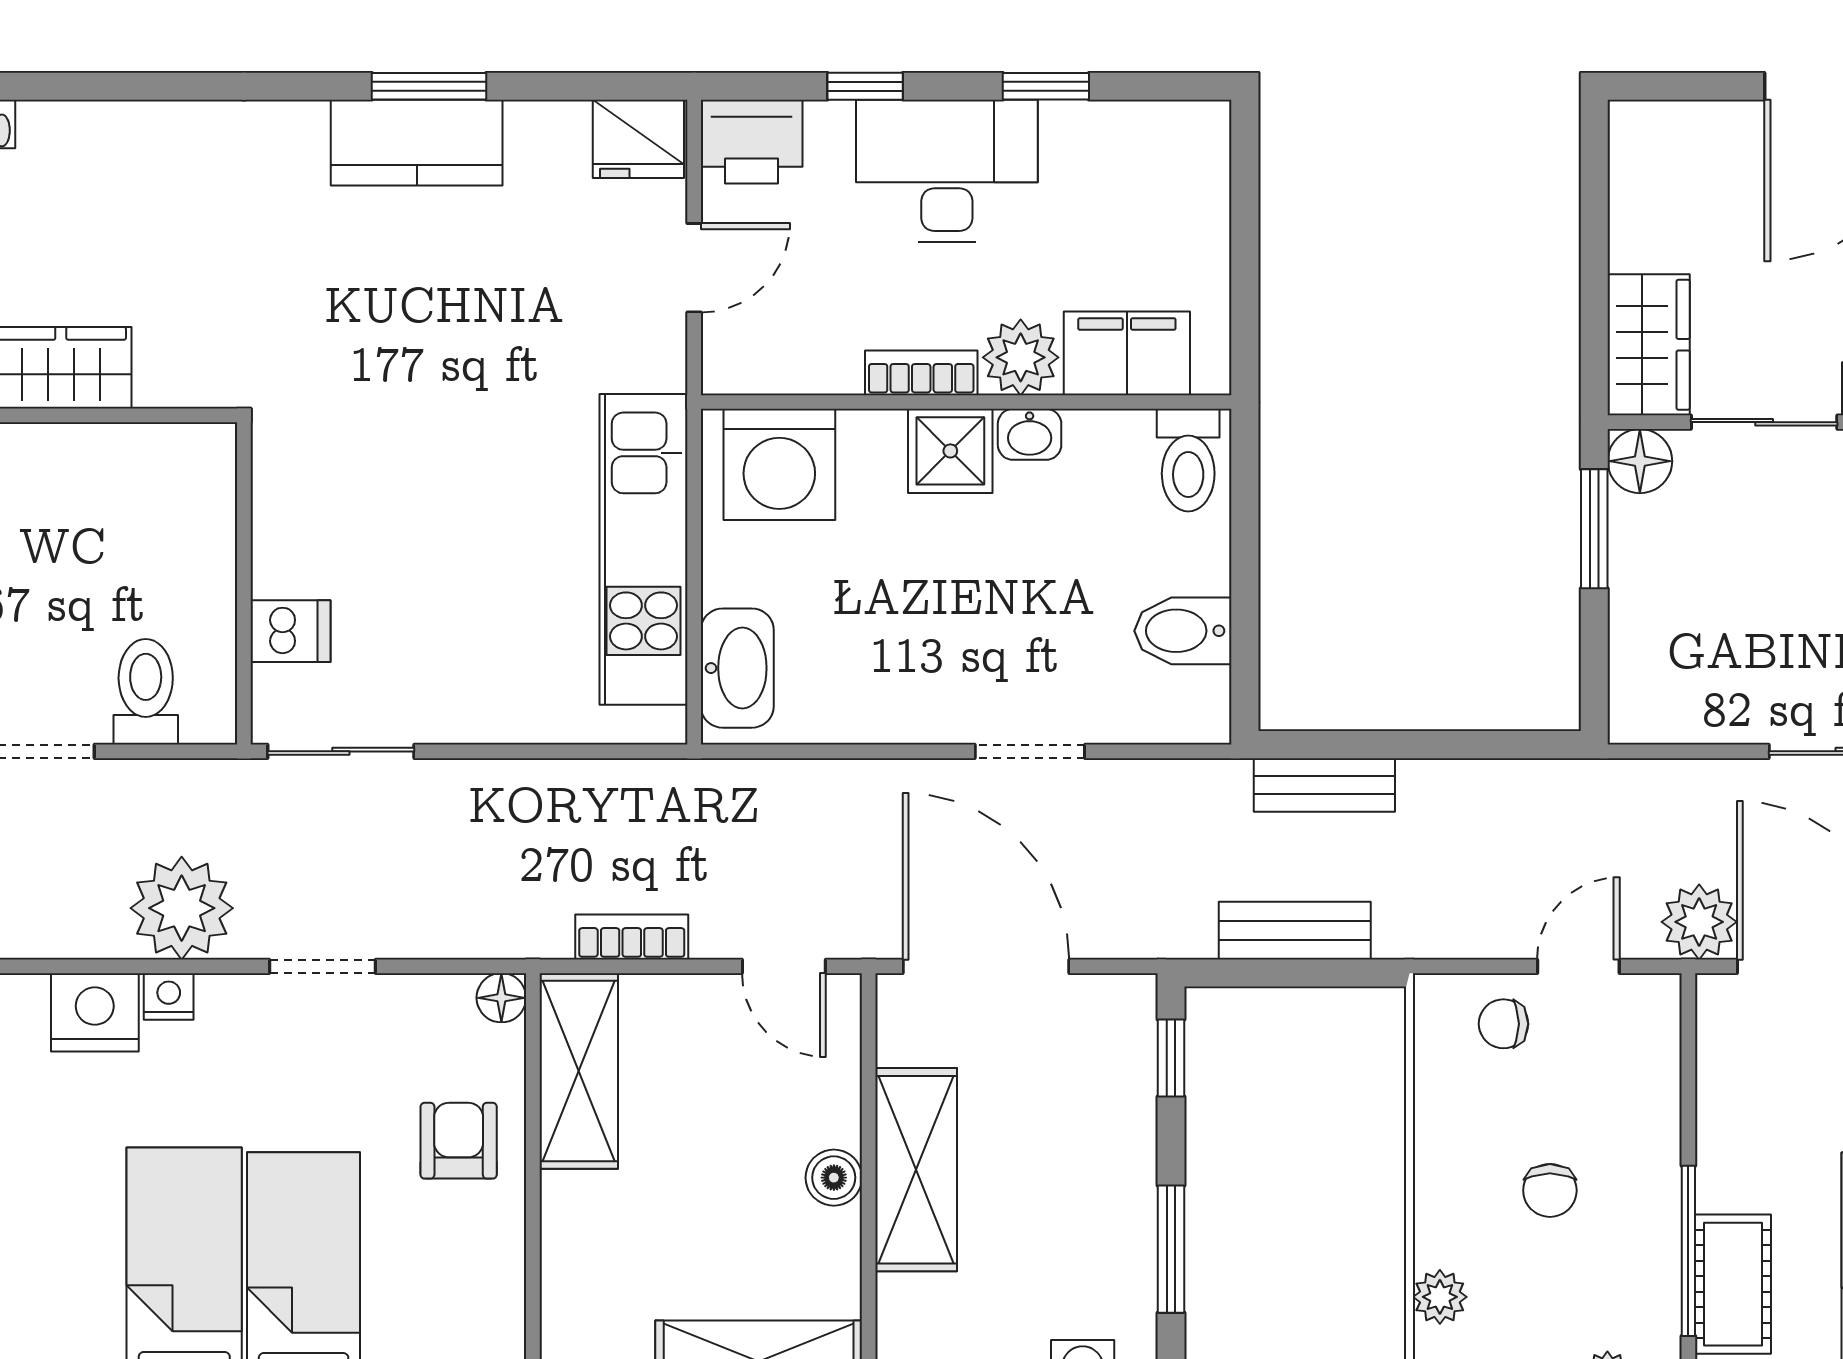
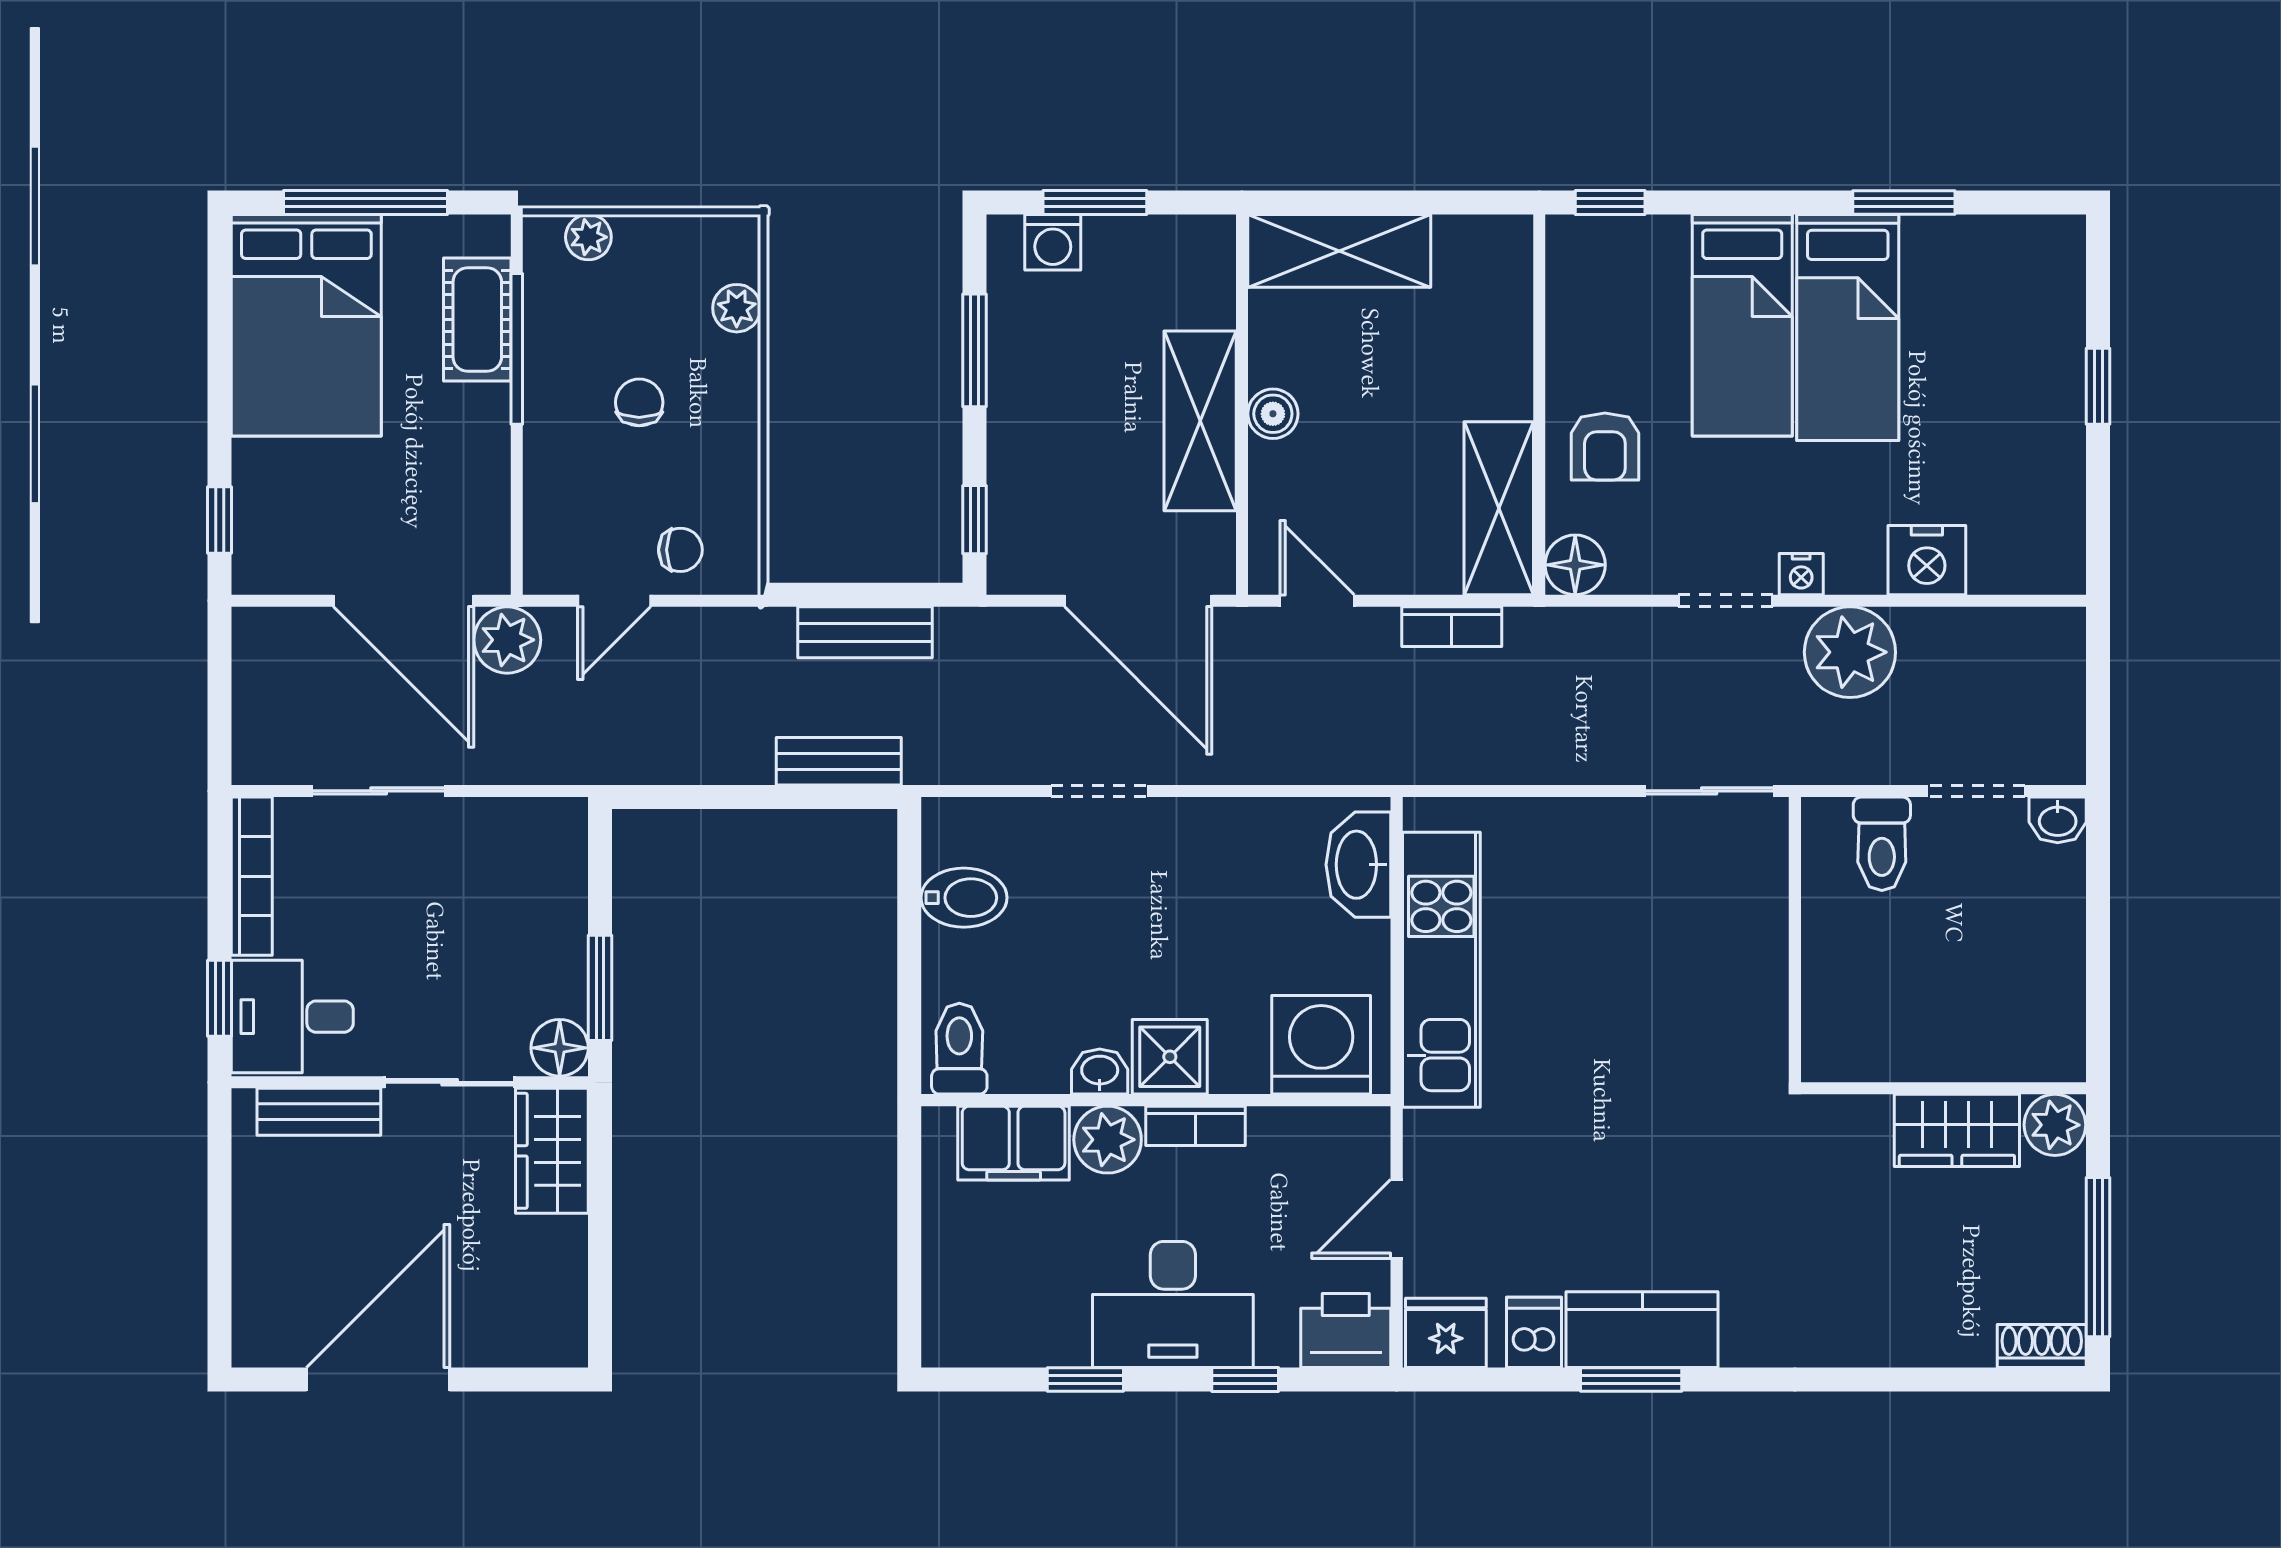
dishwasher: (290, 631) -> (1534, 1332), moved, turned 90
nightstand: (169, 996) -> (1801, 574), moved
floor lamp: (501, 998) -> (1575, 565), width x1.37, depth x1.37

